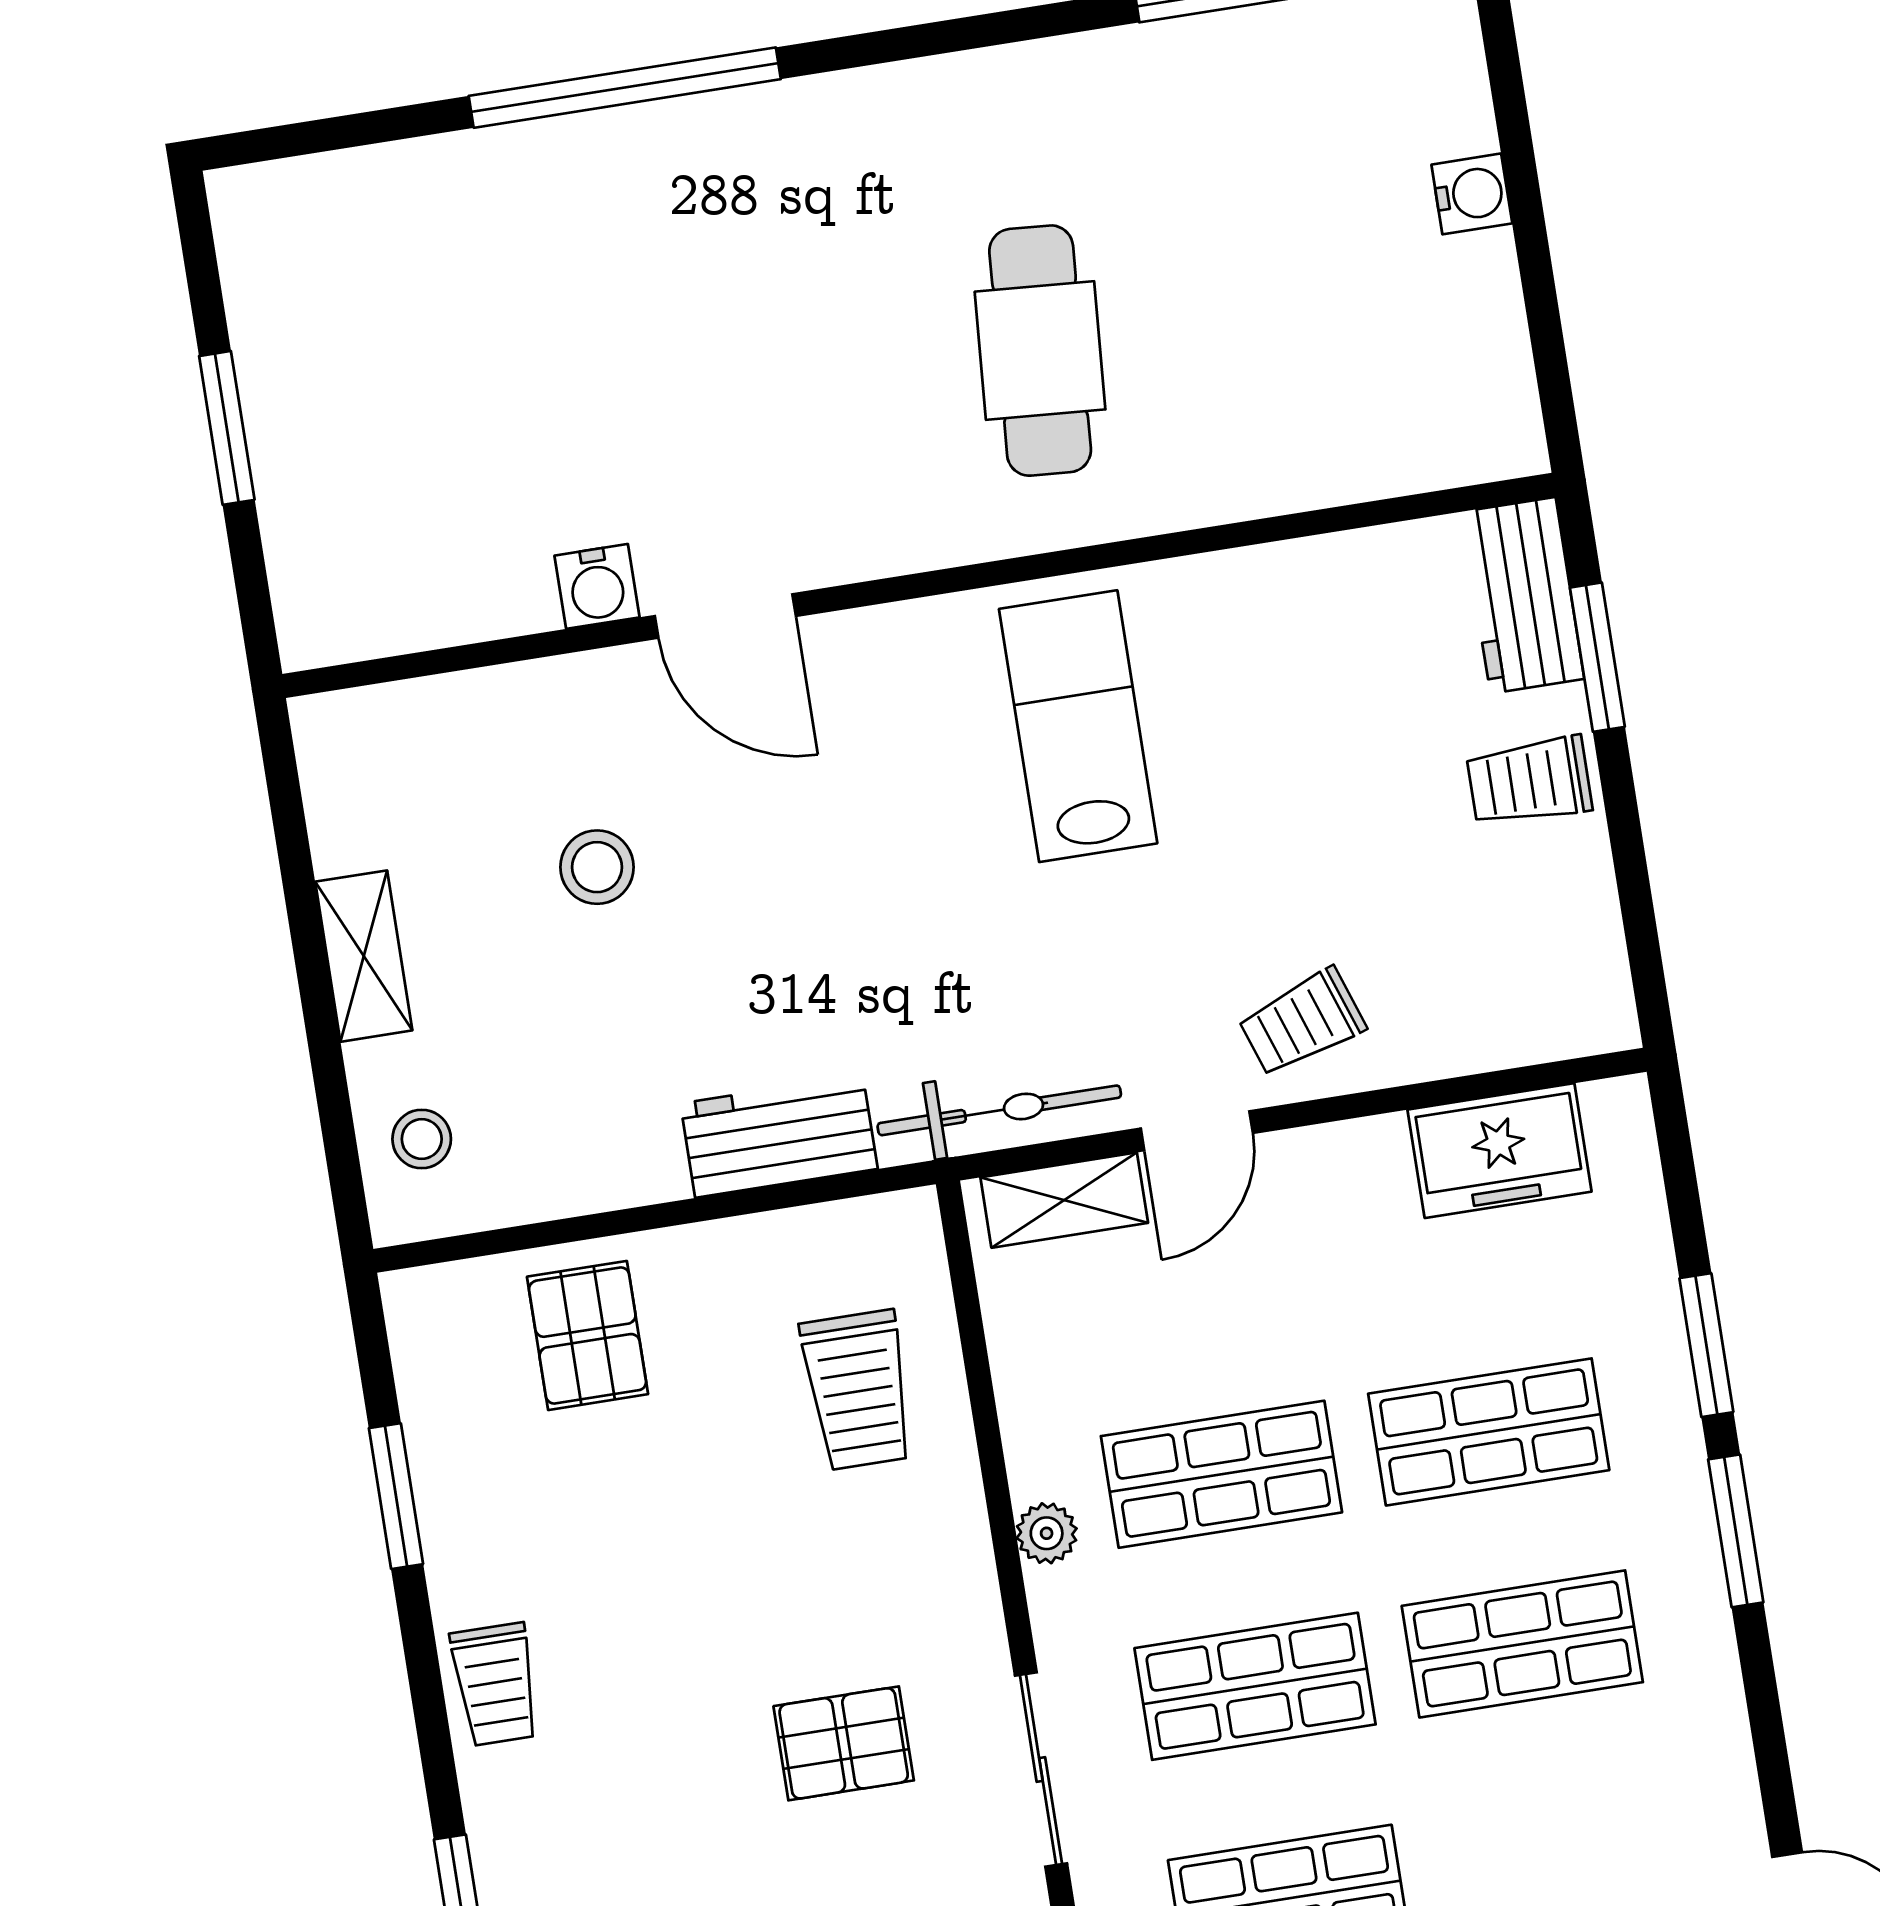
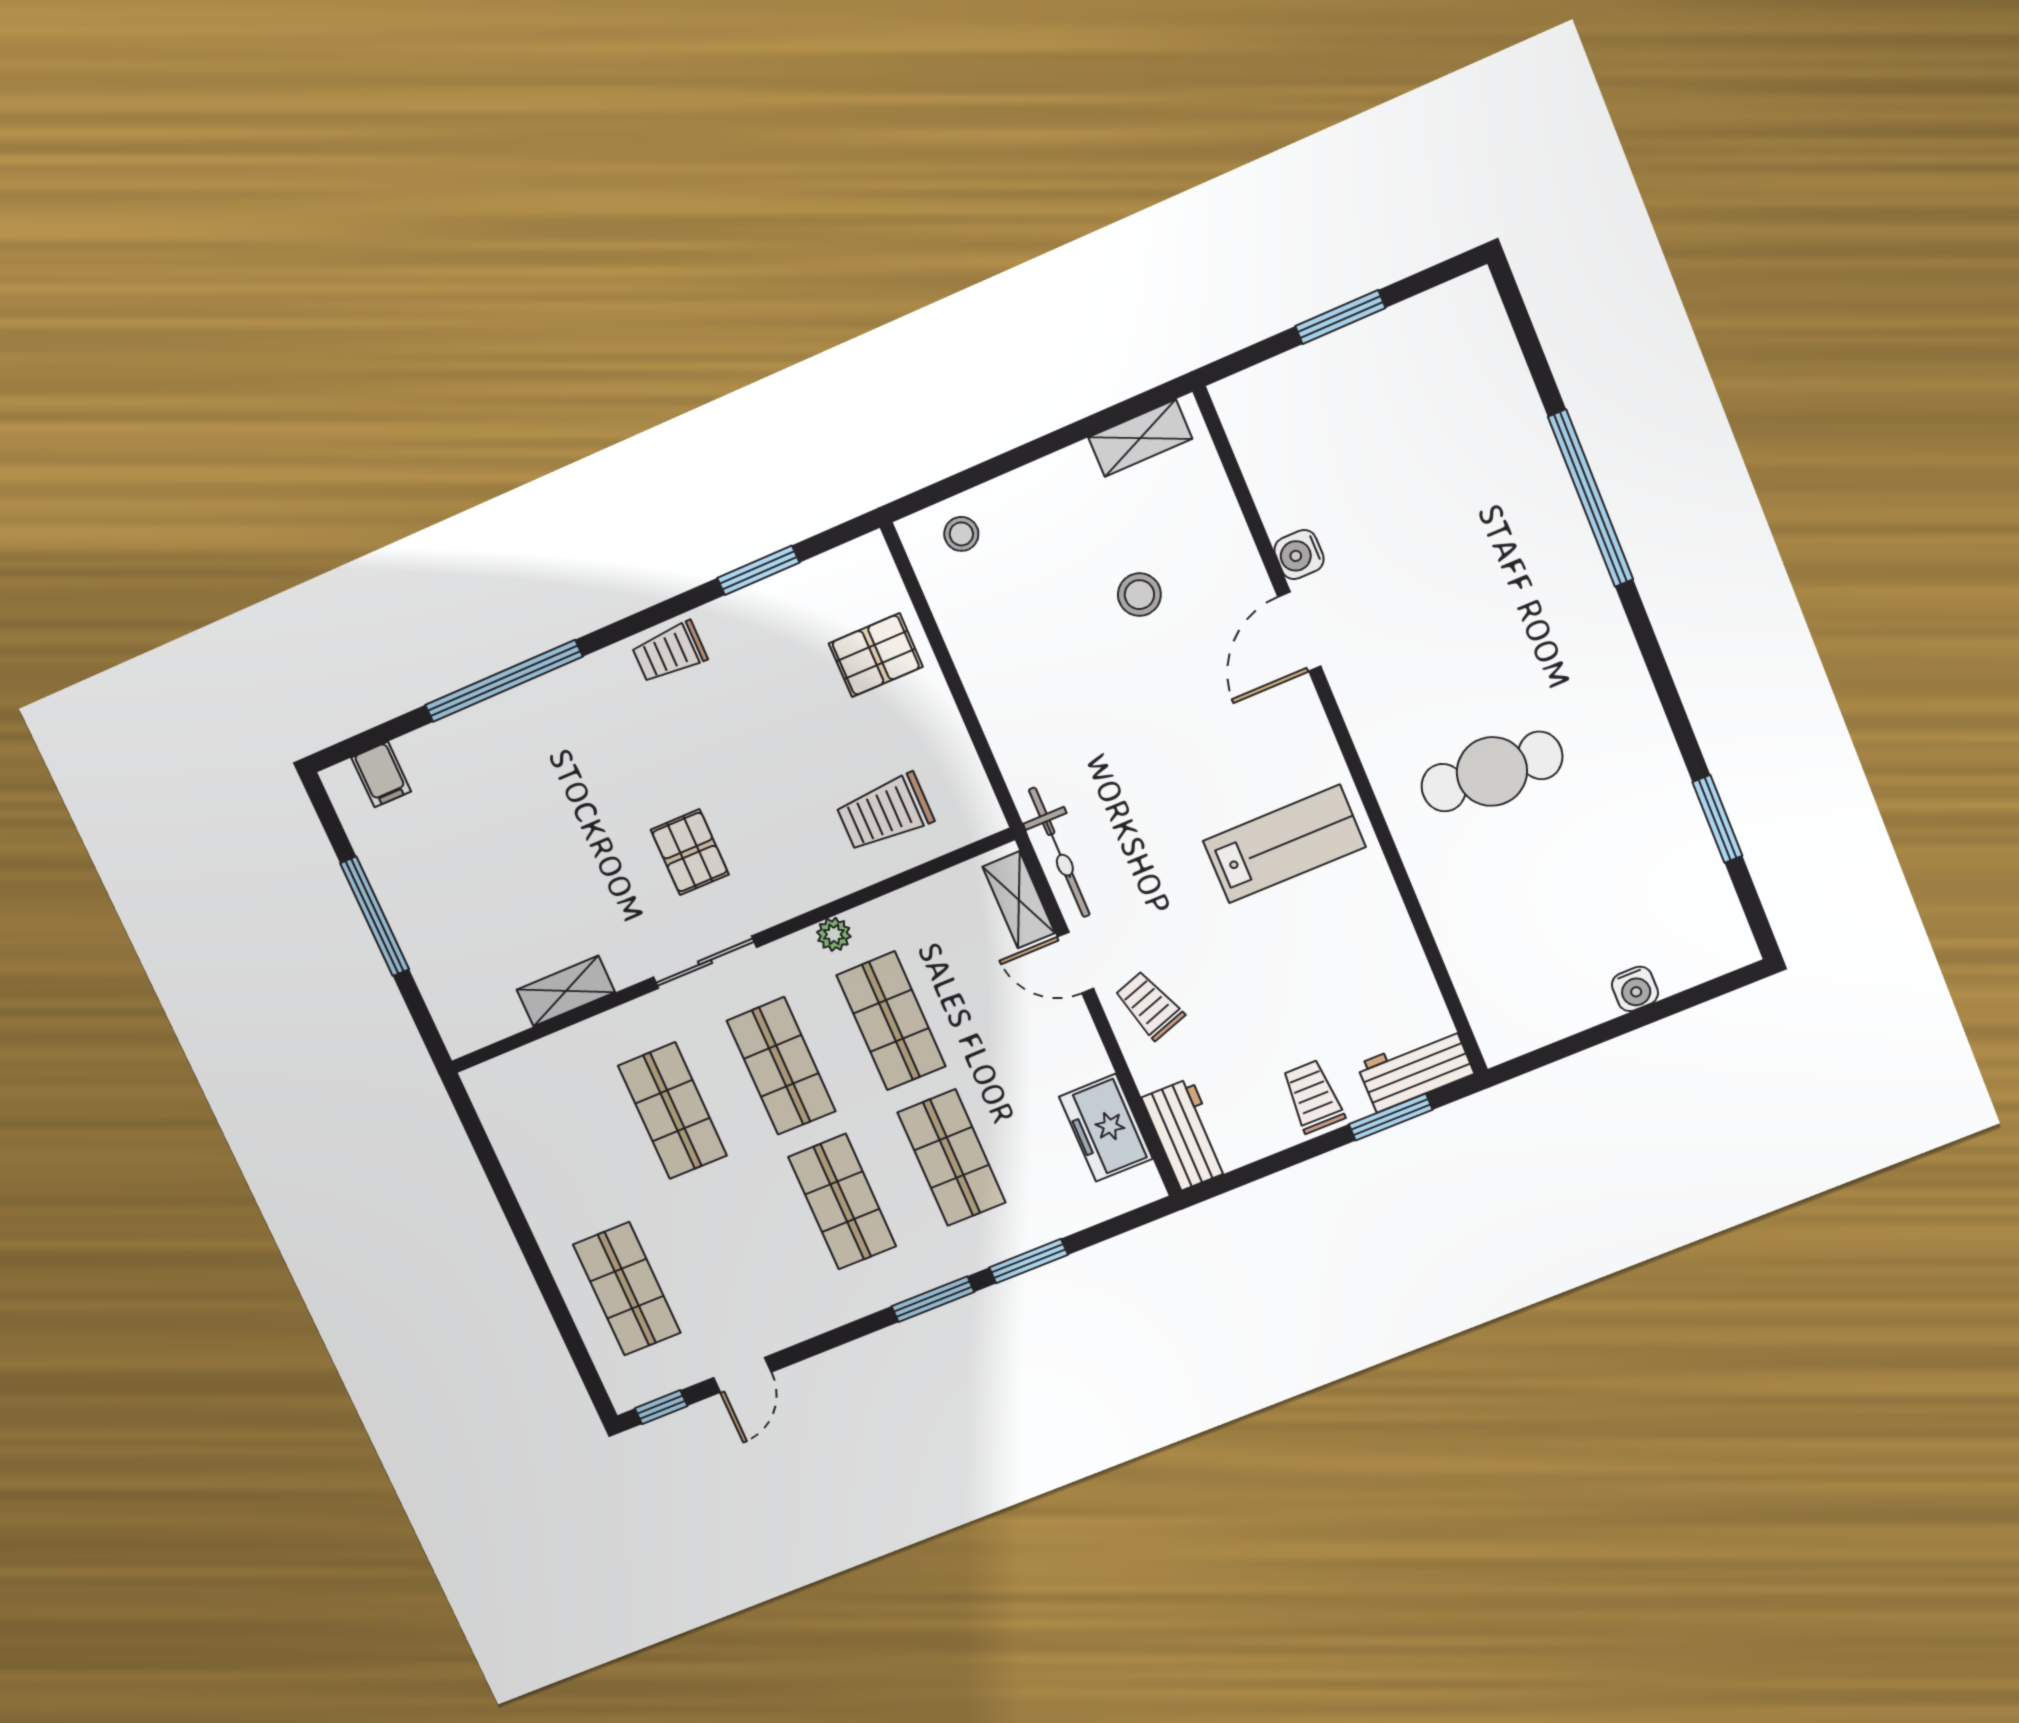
shelving: (364, 956) -> (1140, 438), moved
workbench: (779, 1136) -> (1186, 1134), moved

